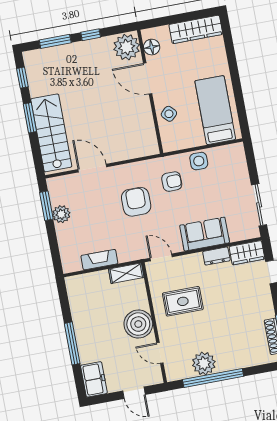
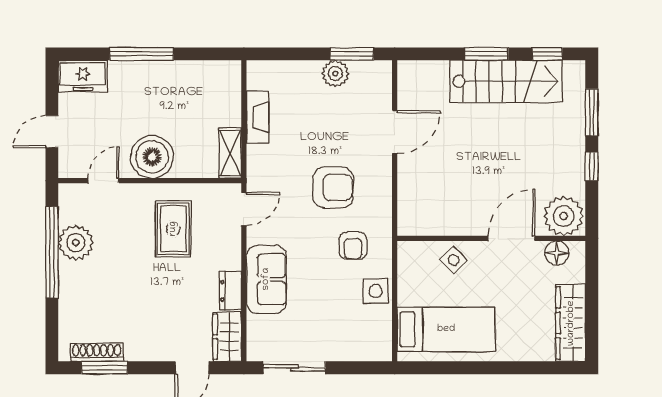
stairs: (51, 133) -> (506, 81), moved

